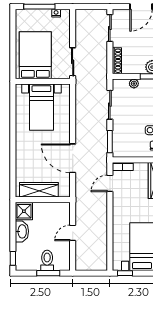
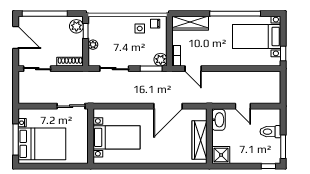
bed: (35, 55) -> (42, 144), moved, turned 180
plant: (119, 151) -> (161, 60), added
washbasin: (22, 231) -> (218, 120), moved, turned 90
window: (48, 273) -> (283, 147), moved

